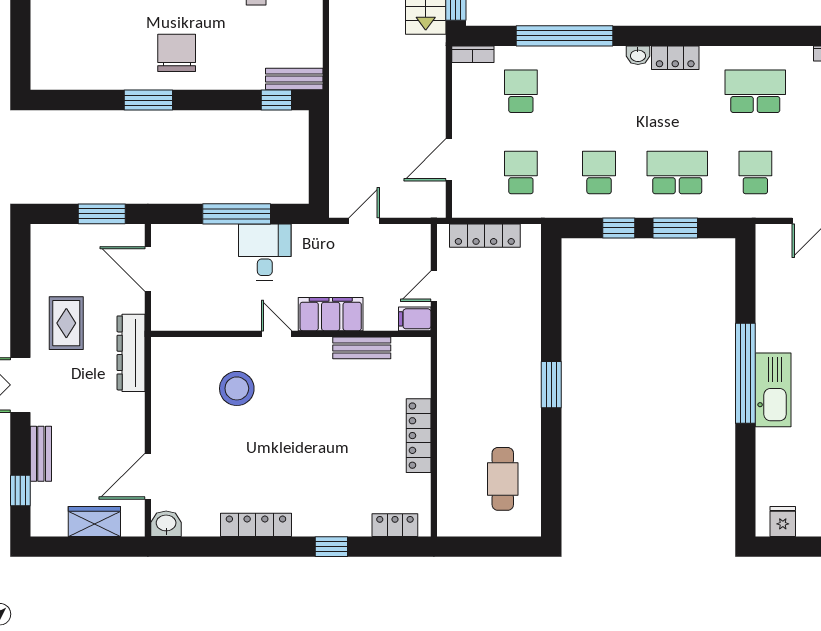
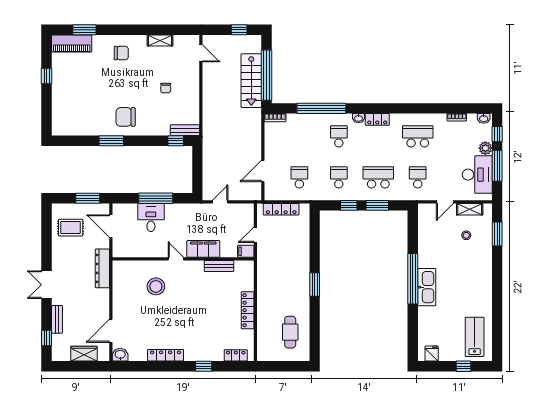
chair: (177, 53) -> (126, 117), turned -90
school desk: (521, 91) -> (339, 136), moved
desk: (265, 252) -> (151, 218), moved
rug: (66, 323) -> (71, 228), moved, turned 90

